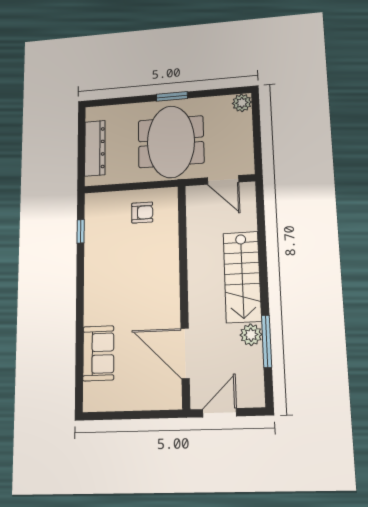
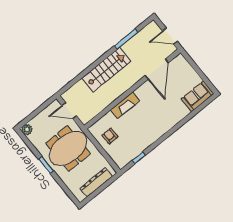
door: (223, 180) -> (69, 111), swing flipped
fireplace: (169, 266) -> (125, 105), added
plant: (251, 335) -> (128, 47), removed
sofa: (98, 353) -> (198, 96), moved

